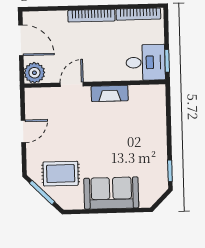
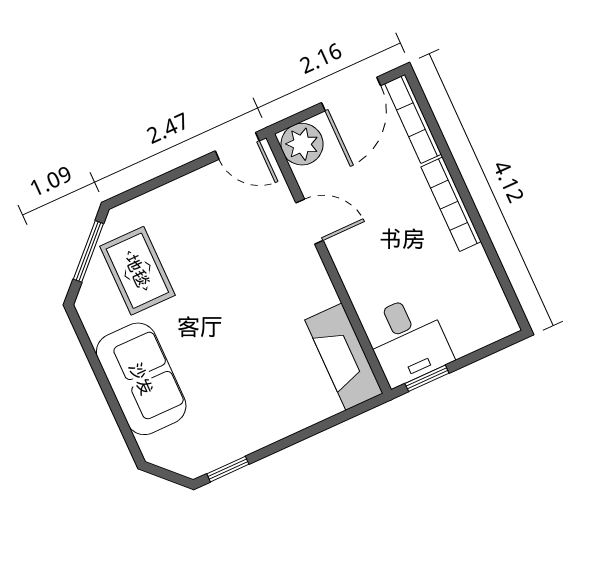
bookcase: (138, 14) -> (413, 119), moved
fireplace: (110, 93) -> (344, 357), moved, width x1.37, depth x1.32
door: (23, 131) -> (237, 146), moved

